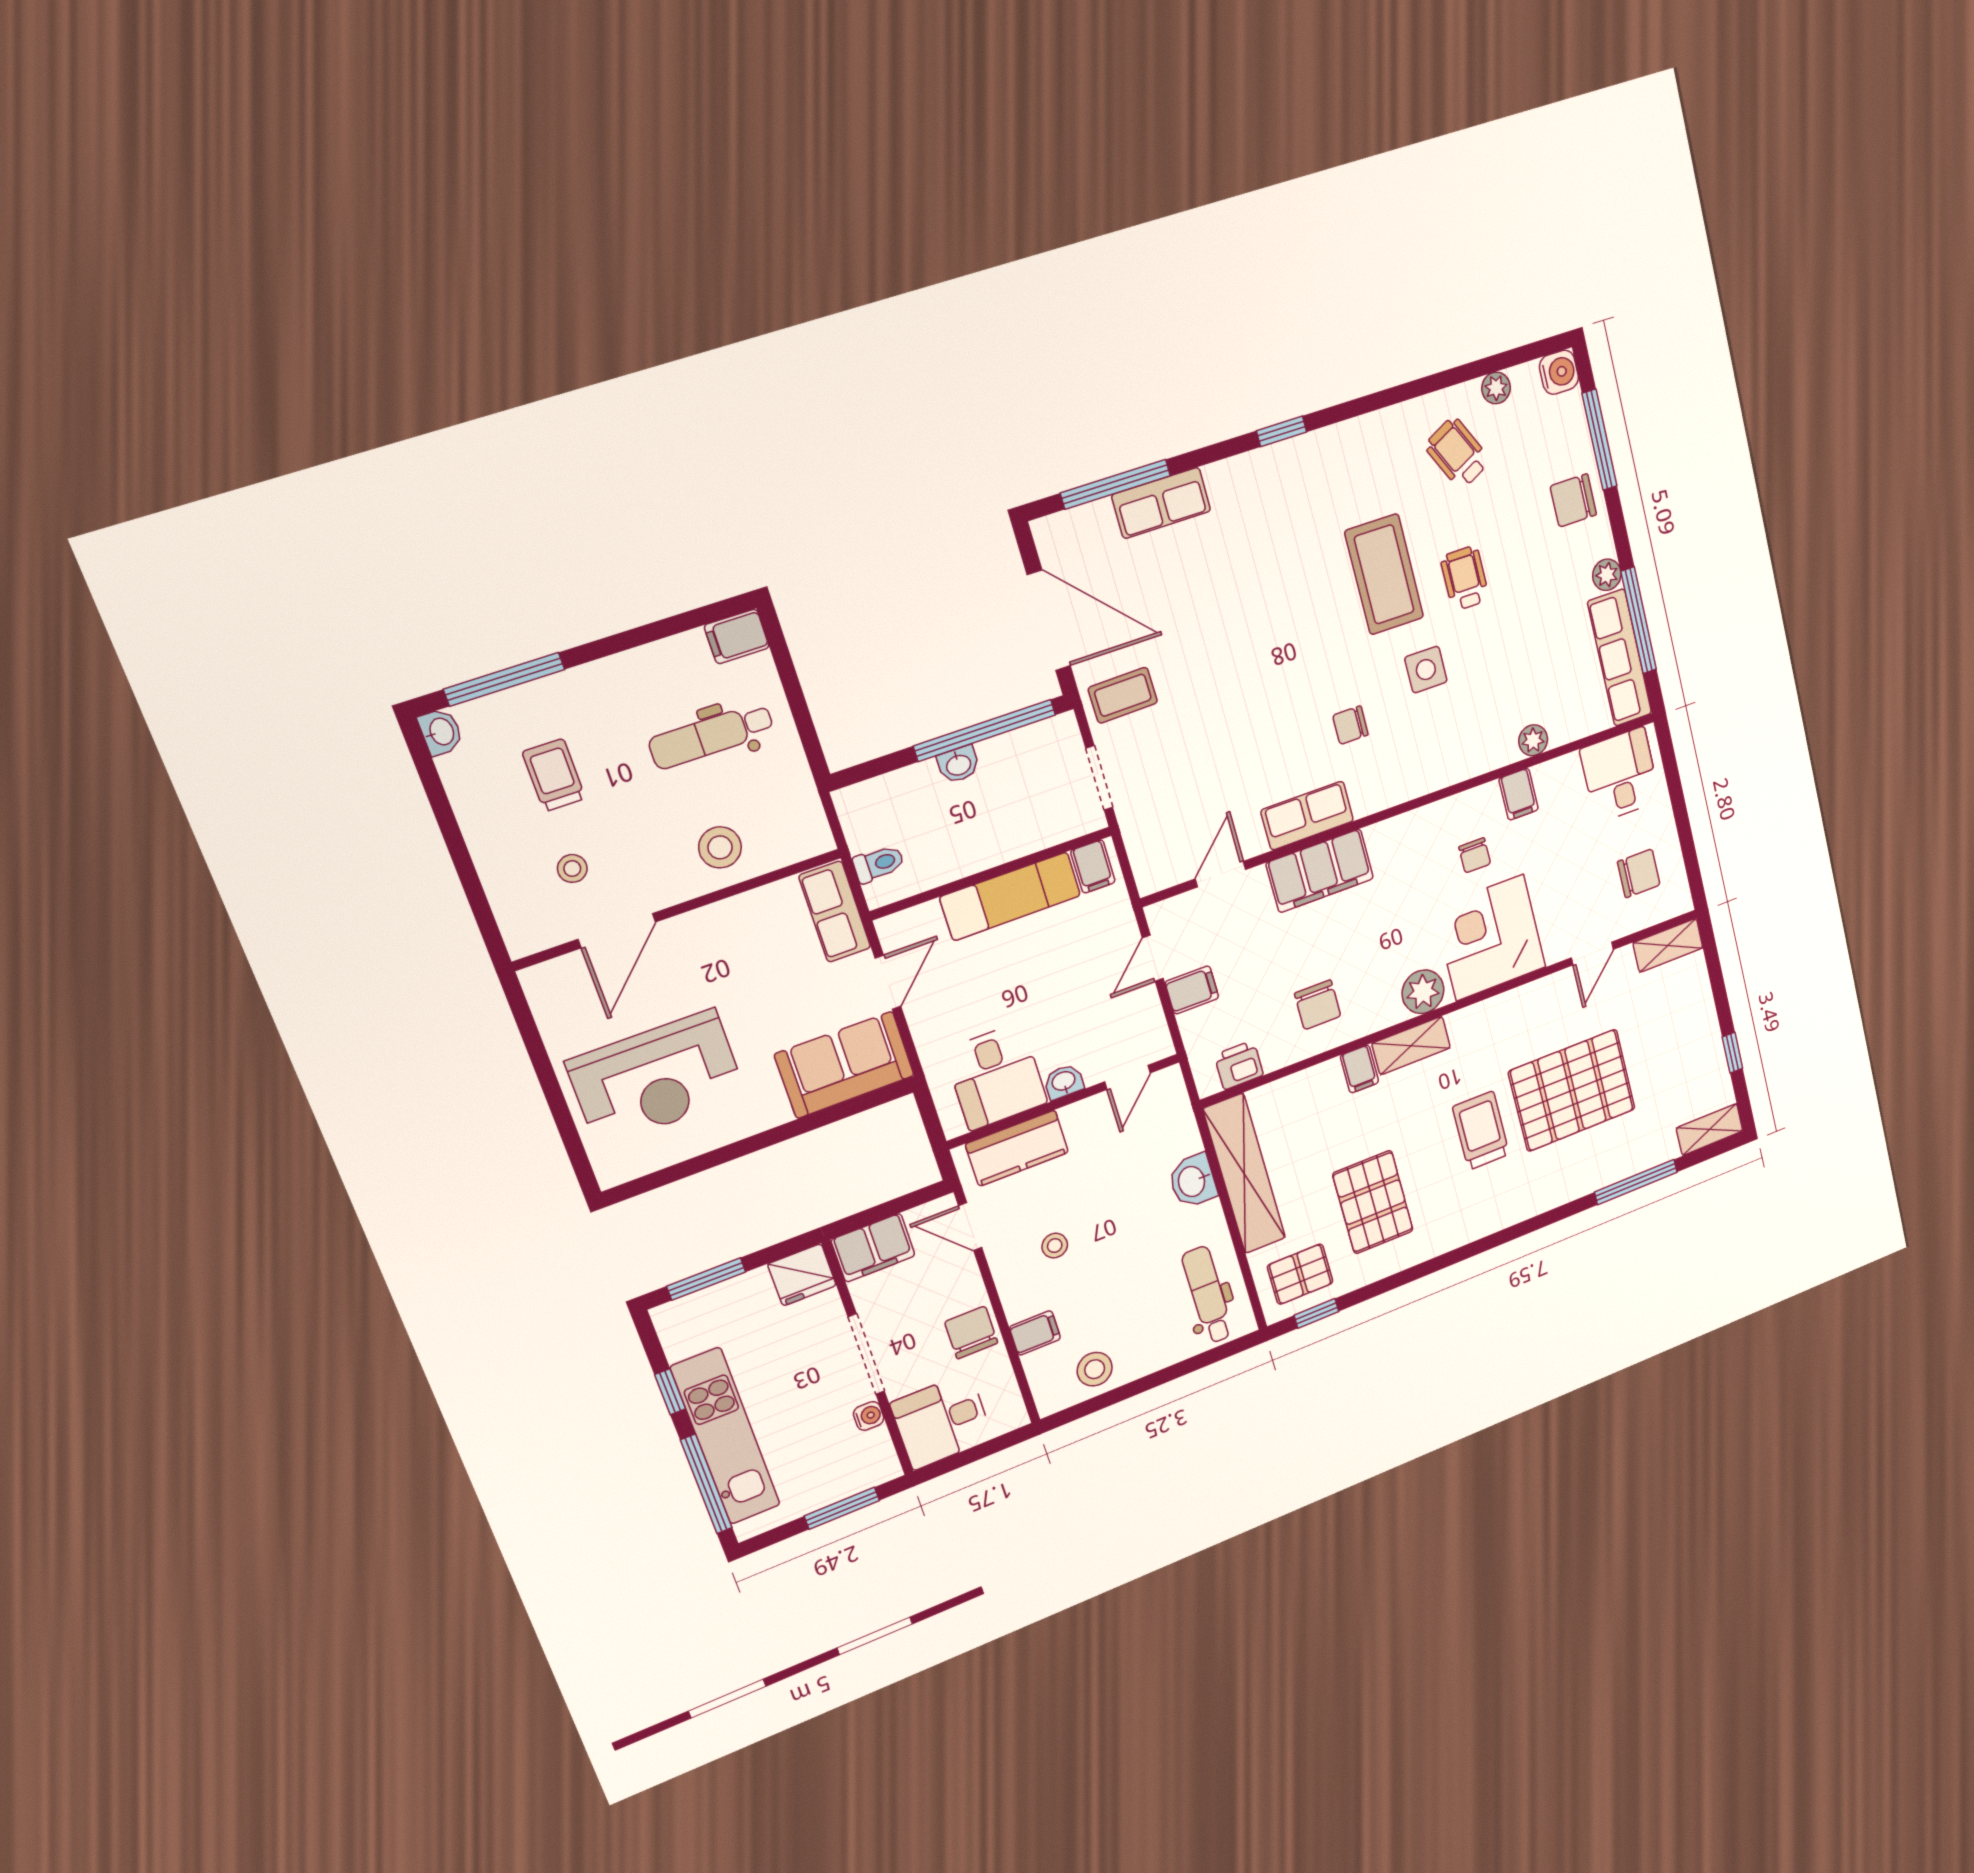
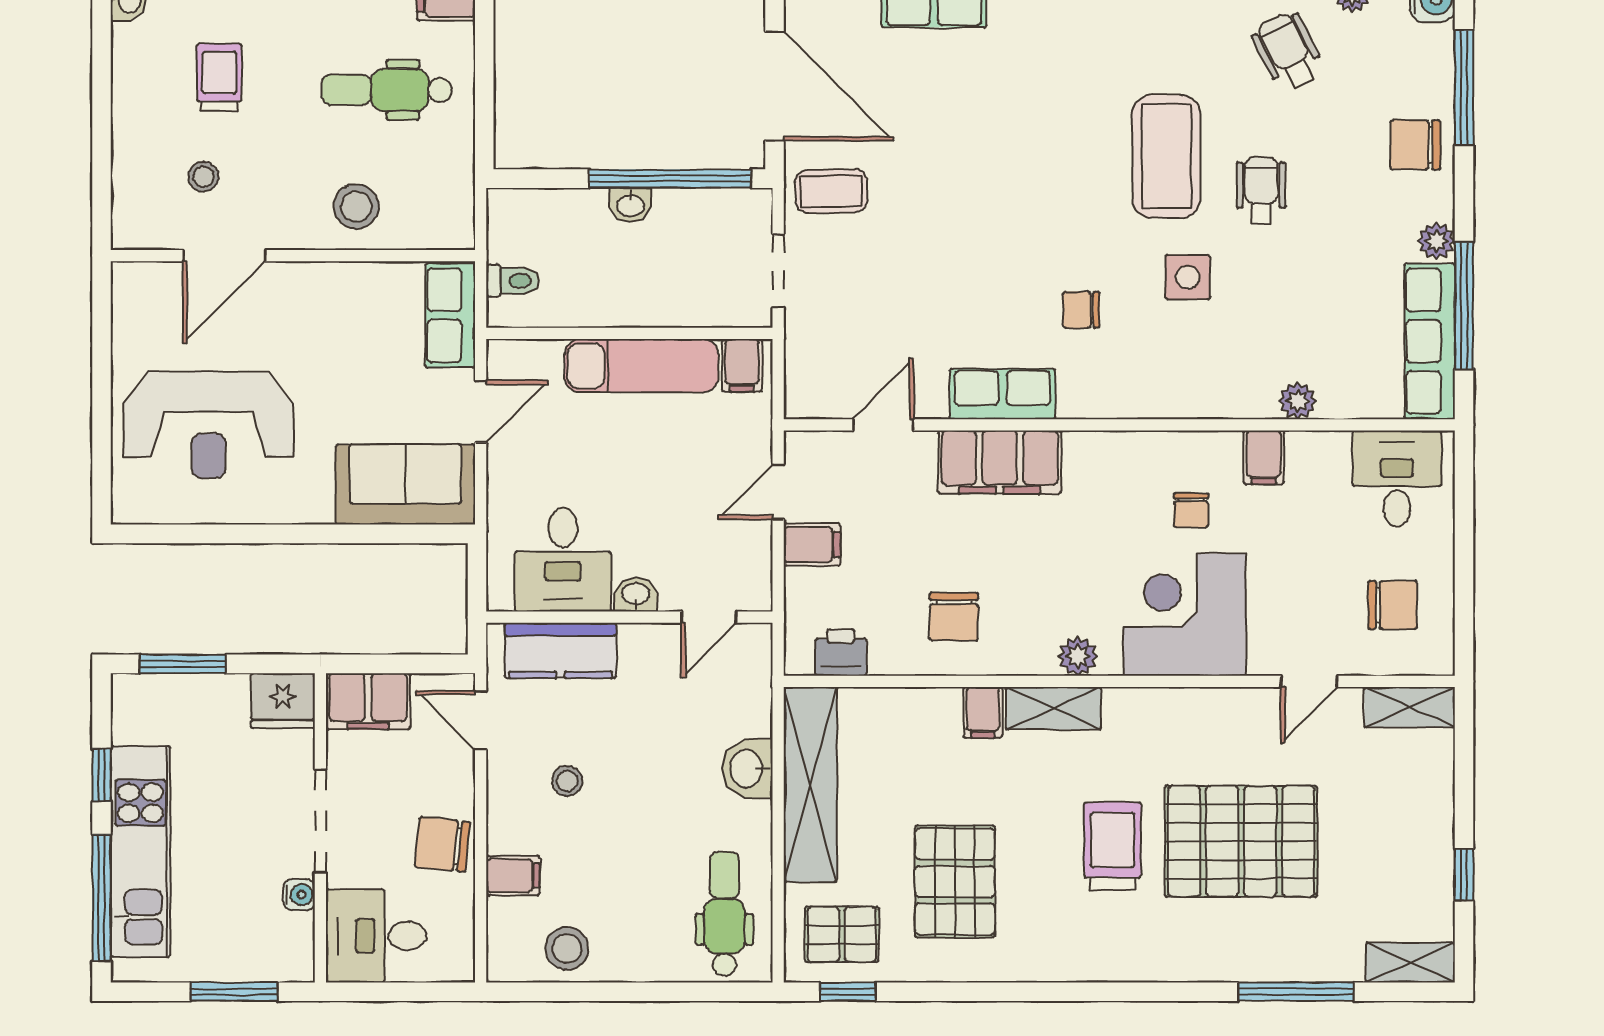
plant: (1423, 992) -> (1078, 656), width x0.73, depth x0.73
chair: (971, 1332) -> (442, 844), turned -84

